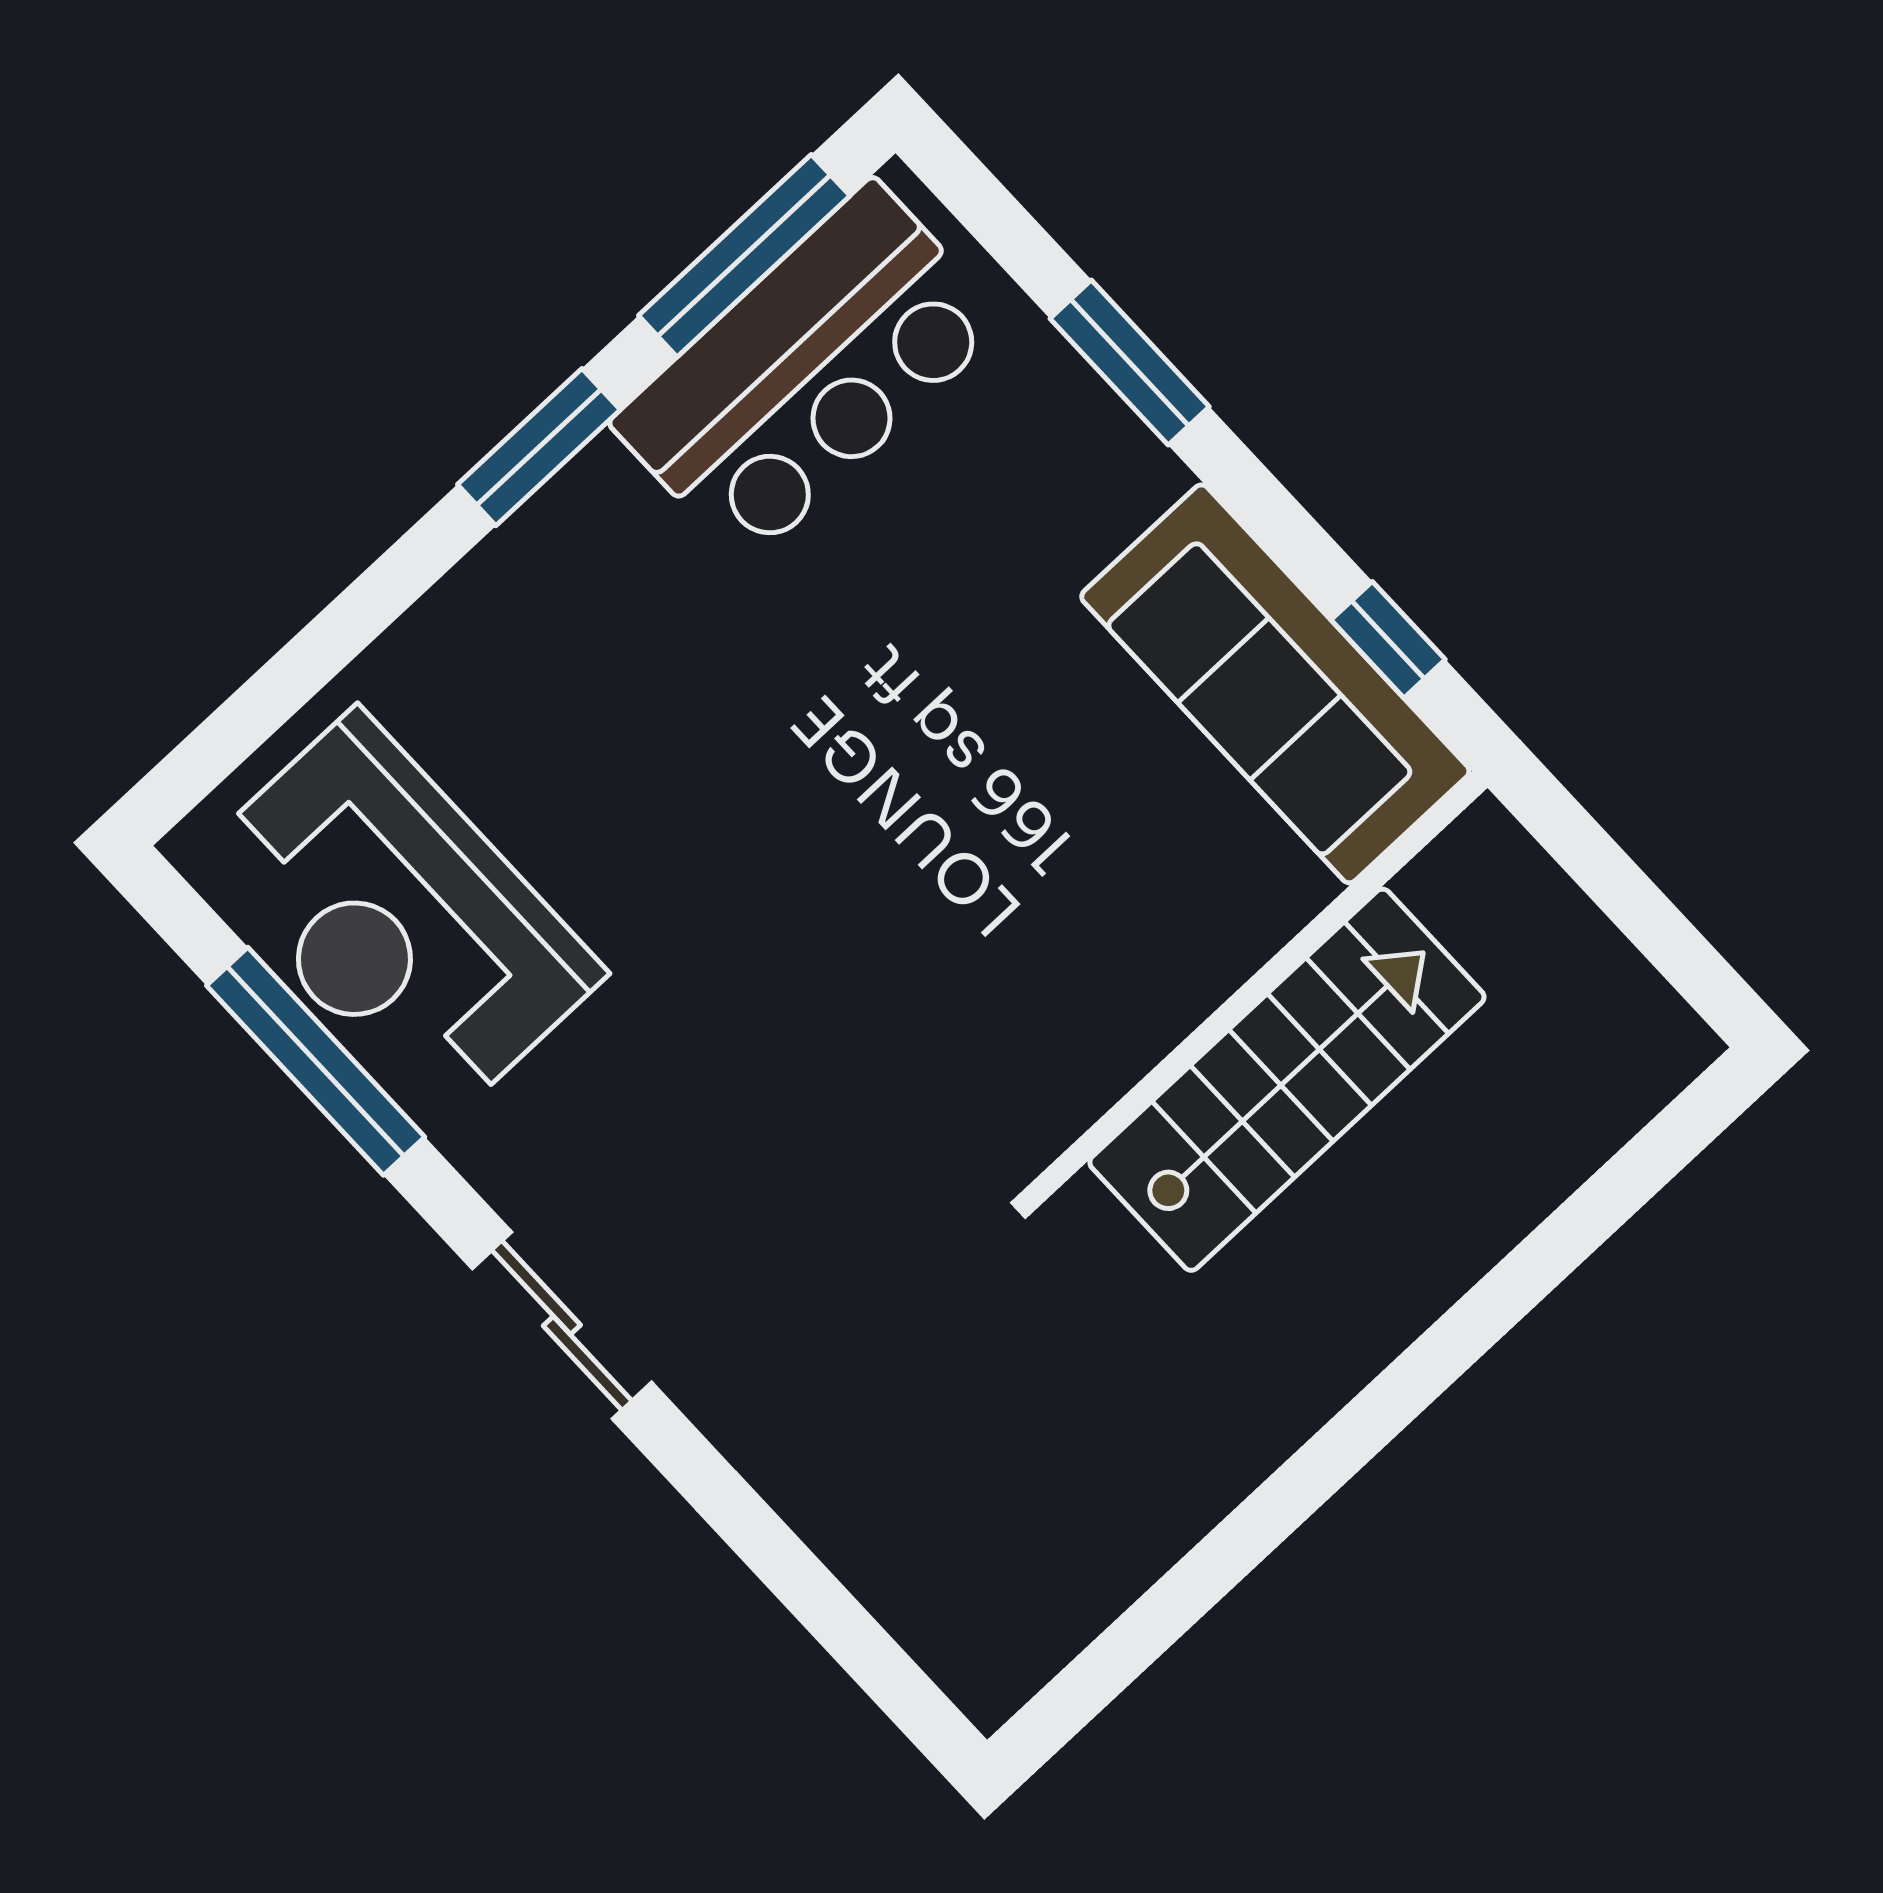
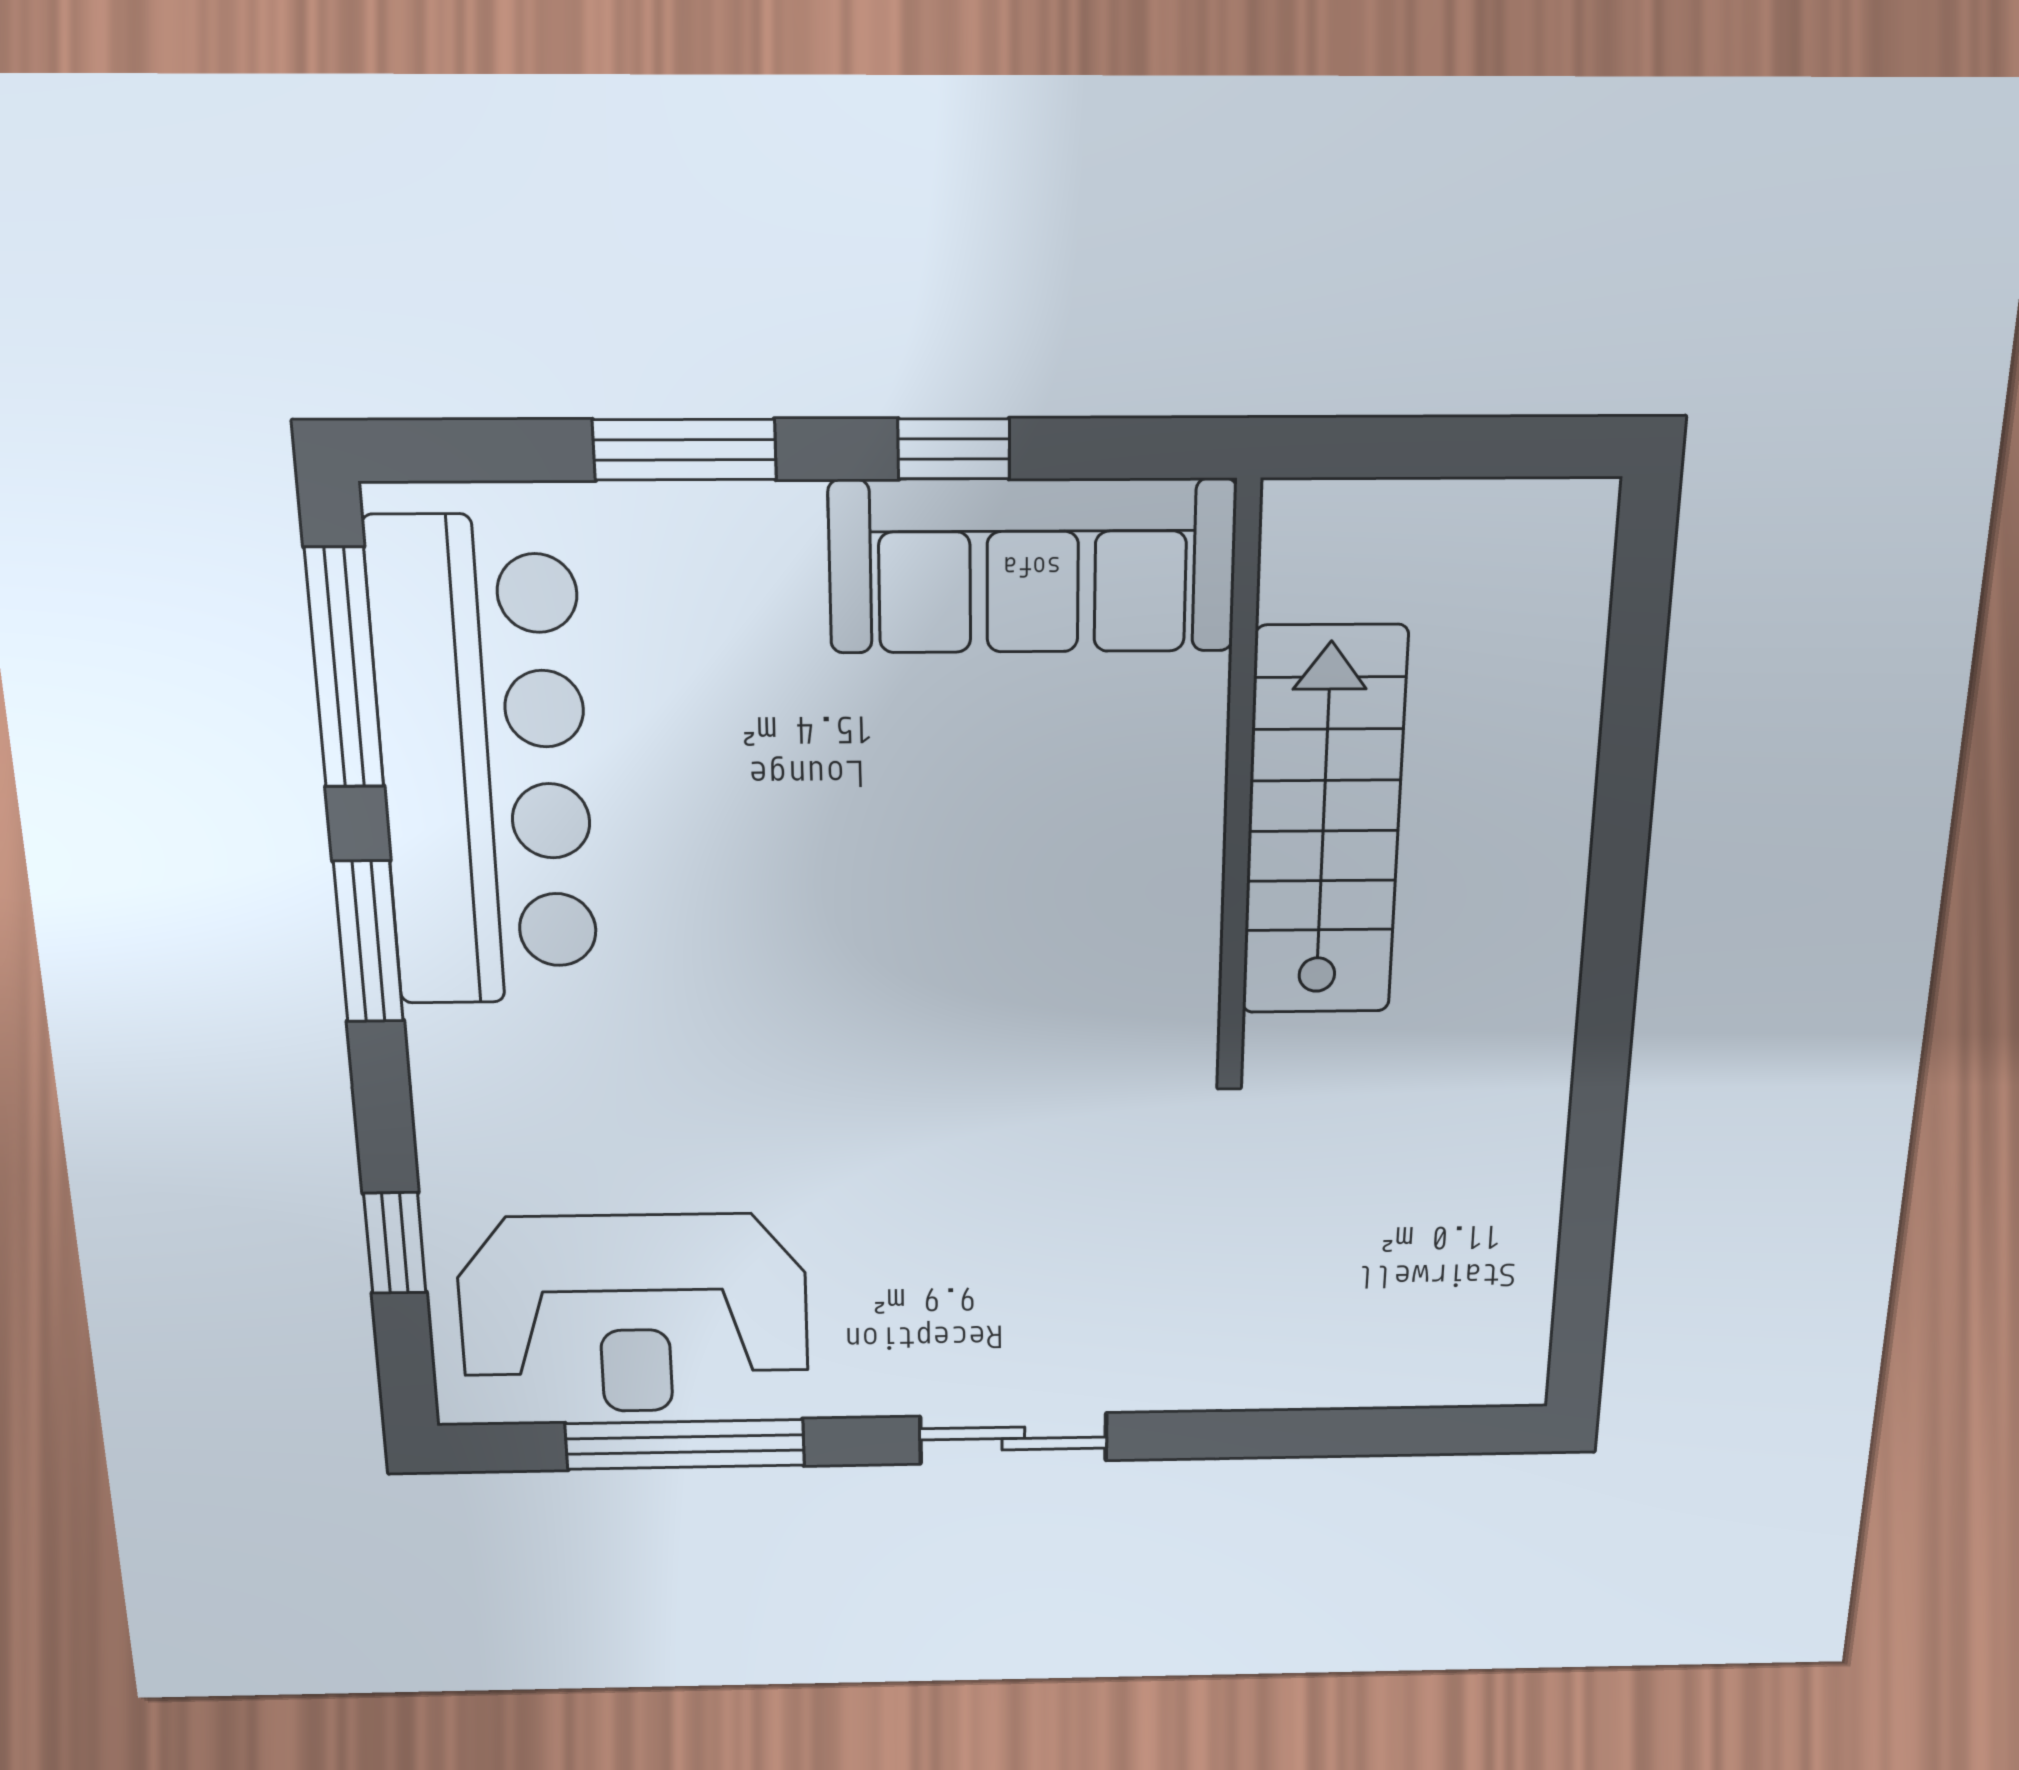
bar counter: (809, 372) -> (484, 766), width x1.36
window: (1388, 640) -> (954, 449), moved
window: (294, 676) -> (395, 1243), added

